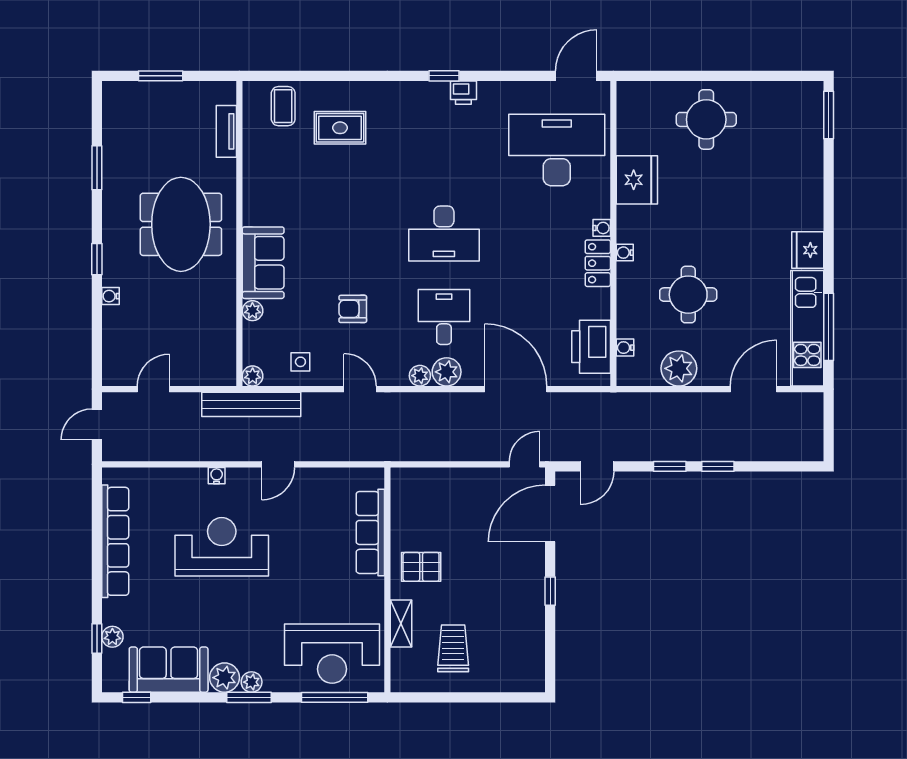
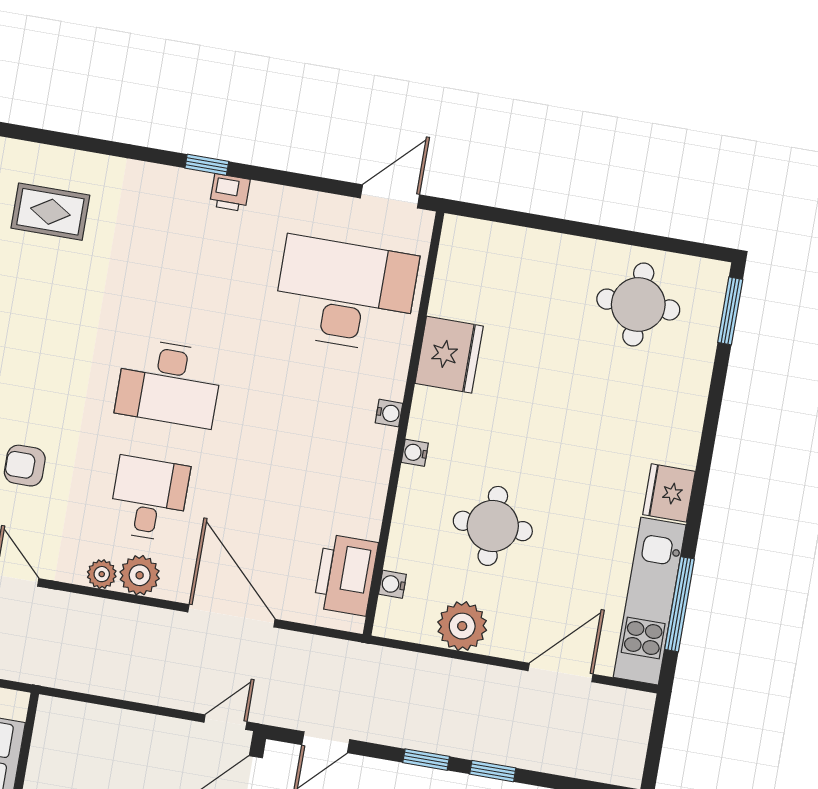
round table: (706, 119) -> (638, 305), moved
locker: (598, 263) -> (375, 461), removed

